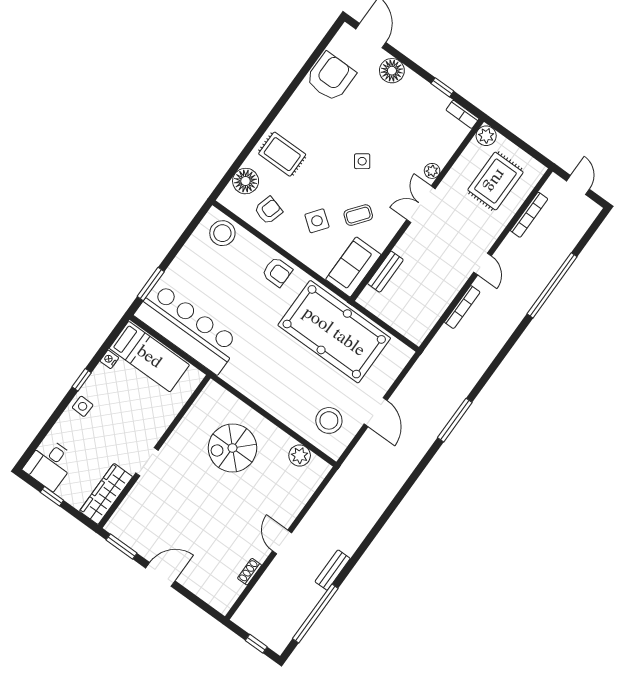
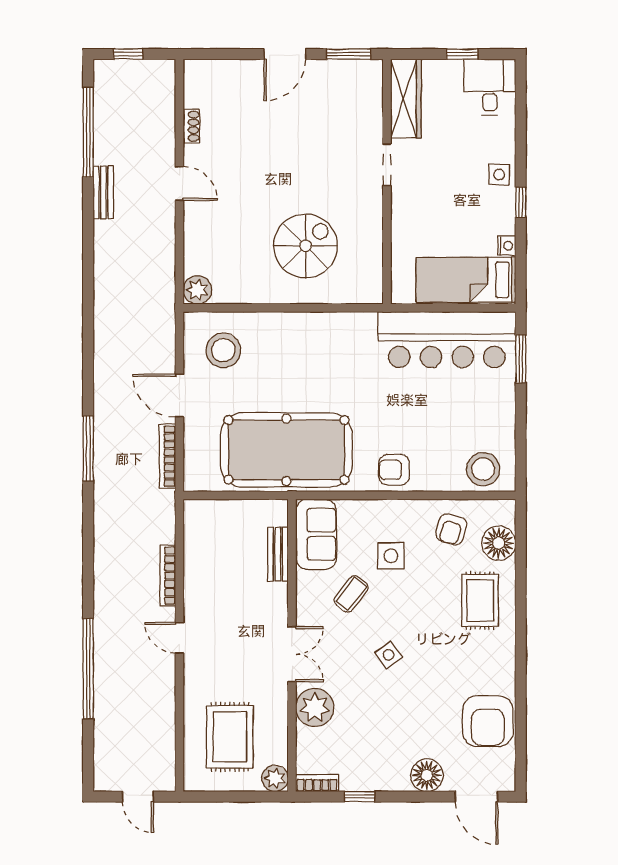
rug: (282, 154) -> (480, 600), turned 90
plant: (432, 171) -> (315, 708), width x1.87, depth x1.87
bookcase: (529, 215) -> (168, 456), moved
side table: (317, 221) -> (391, 556), turned -37
plant: (300, 456) -> (197, 290), moved

